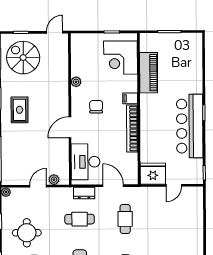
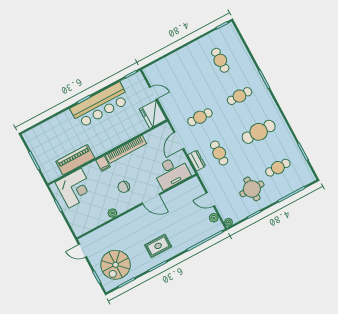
plant: (54, 180) -> (214, 218), moved

